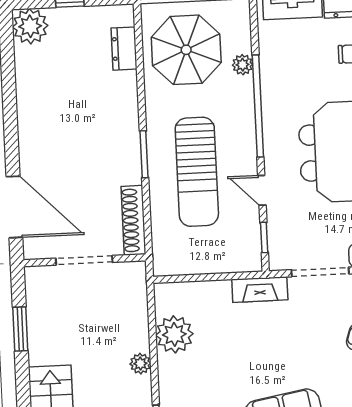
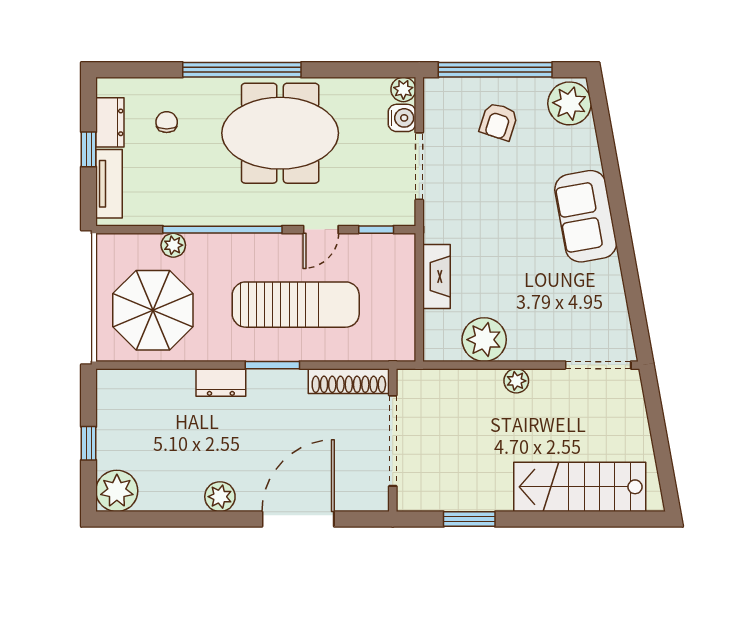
dresser: (124, 49) -> (221, 383), moved
plant: (29, 115) -> (220, 497), added
door: (14, 207) -> (298, 519), moved
doorway: (84, 260) -> (393, 441), width x1.36
fireplace: (260, 290) -> (436, 276), moved

